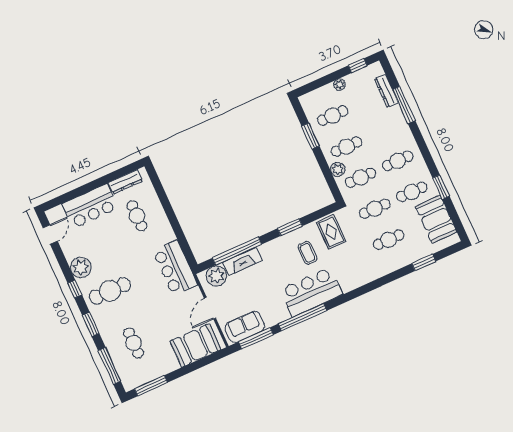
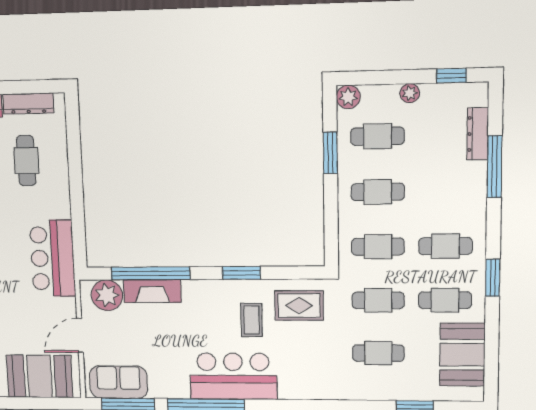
plant: (338, 169) -> (348, 97), moved
window: (441, 187) -> (493, 278), moved
rug: (331, 232) -> (299, 306), turned 90

